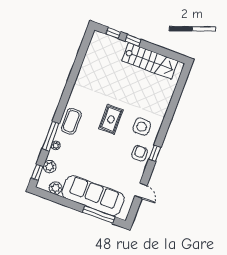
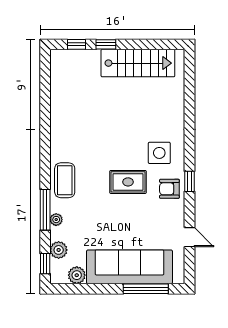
rug: (111, 119) -> (128, 182), moved, turned 90
armchair: (139, 153) -> (169, 189), turned -90

